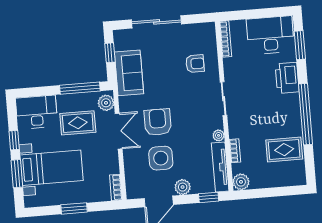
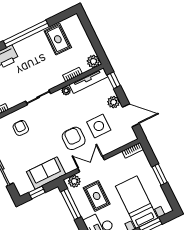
armchair: (158, 122) -> (74, 138), turned 90

